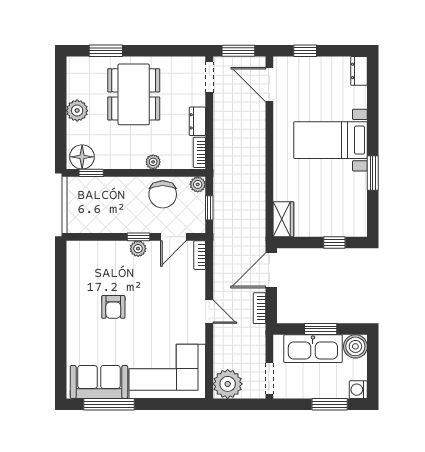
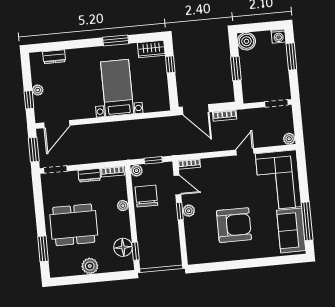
plant: (317, 64) -> (38, 90), added
dresser: (359, 71) -> (54, 57), moved
bed with nightstands: (331, 140) -> (117, 88), moved, turned 180
floor lamp: (82, 157) -> (123, 247), moved
chair: (163, 194) -> (146, 196), turned -90
wardrobe: (283, 219) -> (151, 49), moved, turned 180
armchair: (113, 307) -> (234, 225), width x1.88, depth x1.88
door: (209, 312) -> (245, 152), moved
kitchen sink: (313, 349) -> (251, 73), removed
plant: (228, 384) -> (289, 139), width x0.53, depth x0.53

